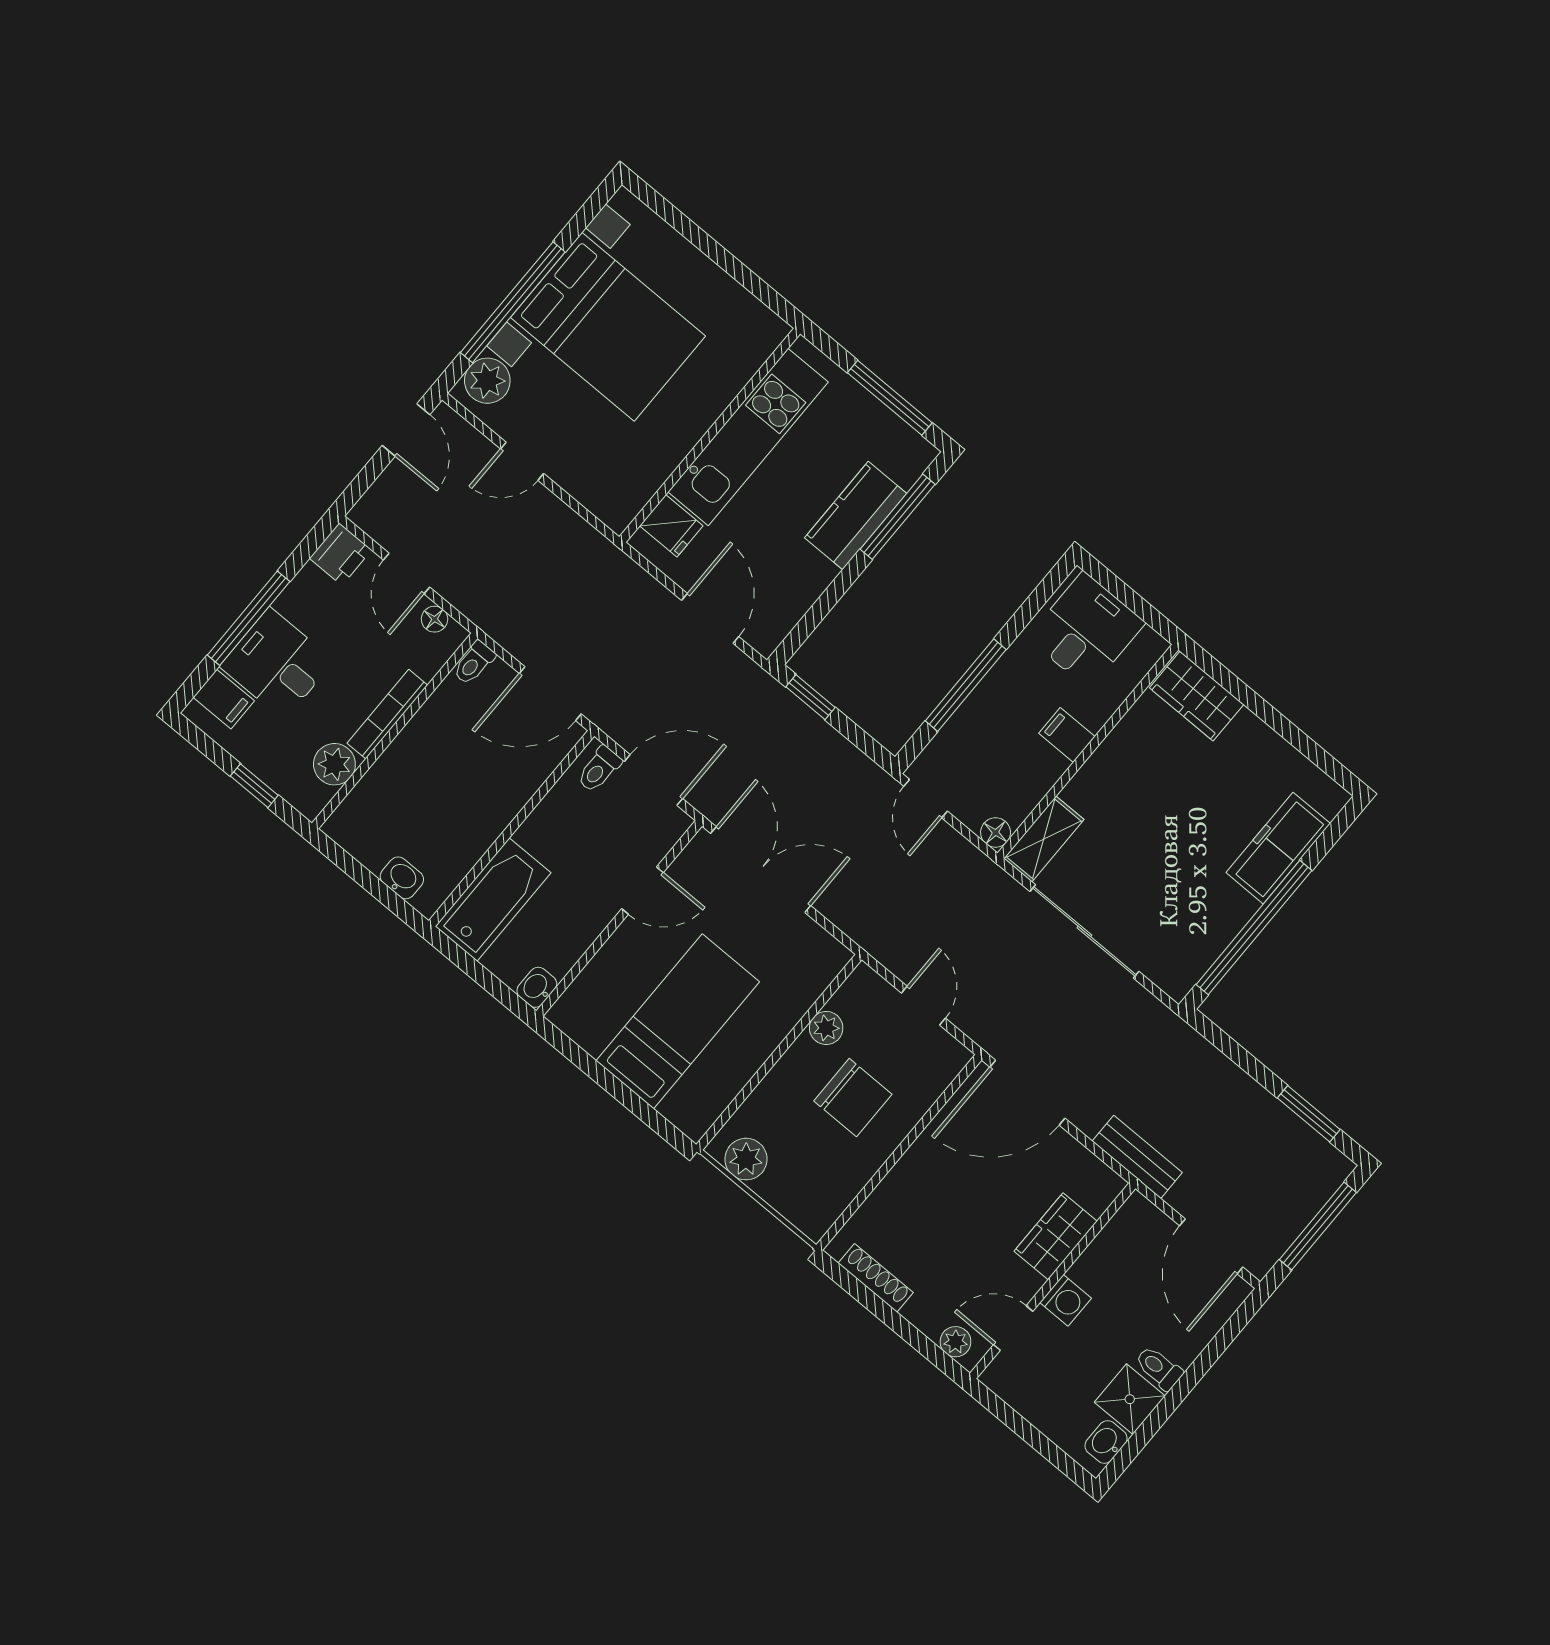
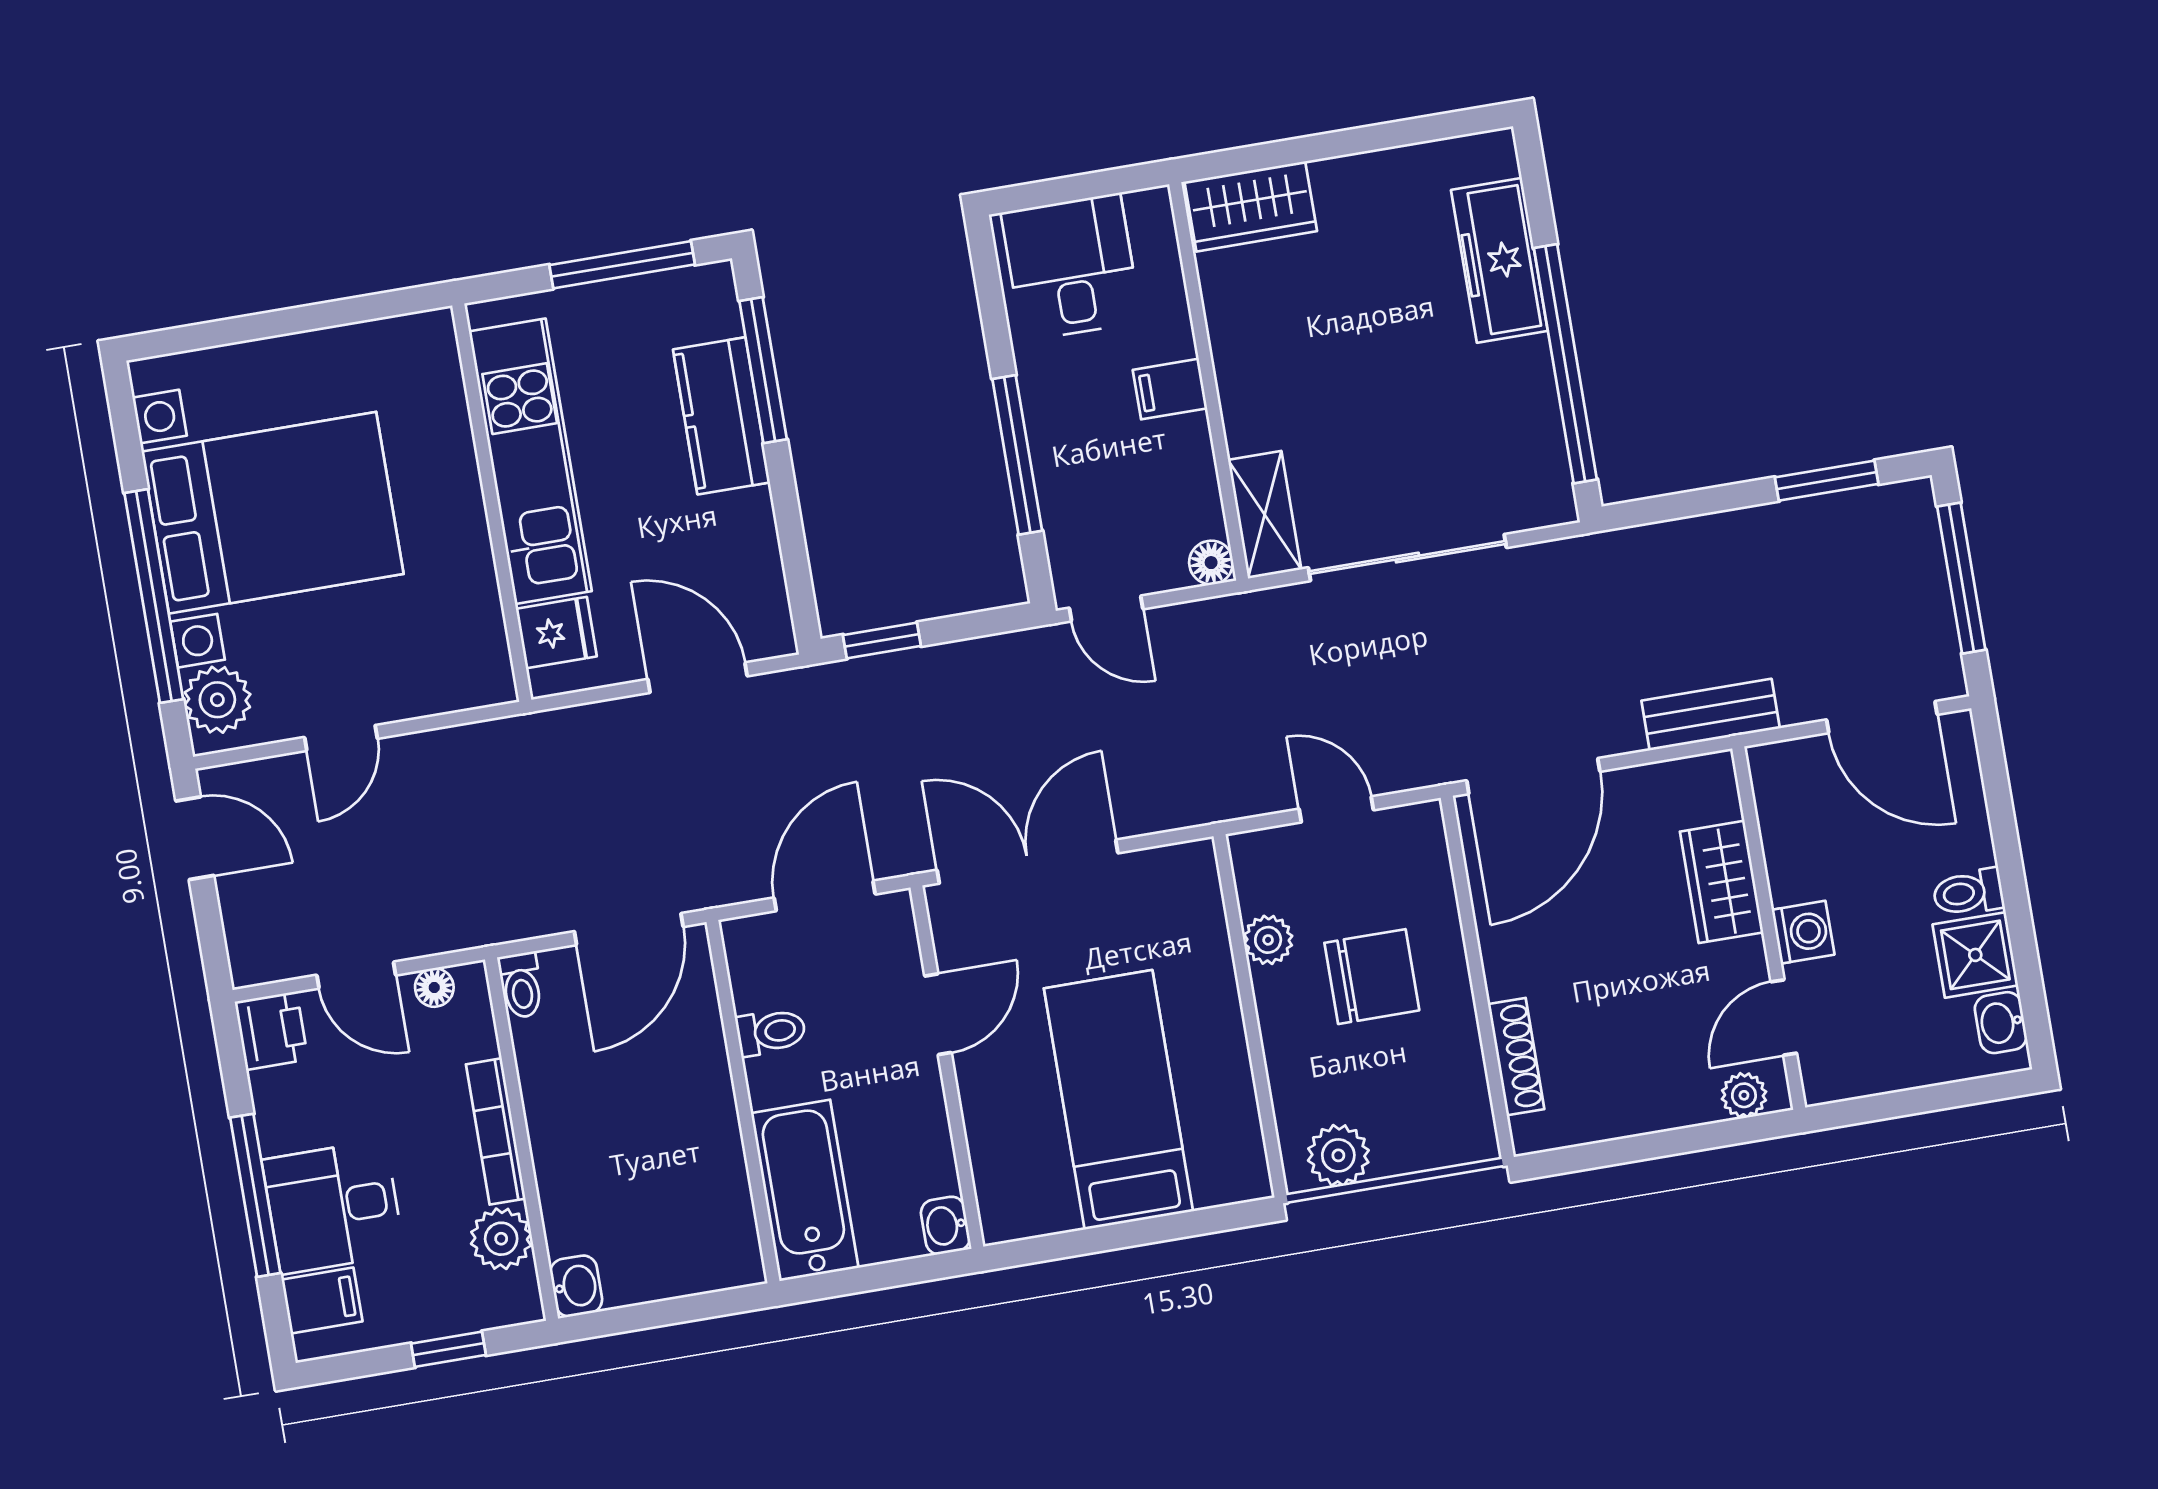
toilet: (599, 769) -> (771, 1032), moved, turned -90
washbasin: (402, 878) -> (576, 1286), moved, turned 90
shoe rack: (876, 1278) -> (1516, 1057), moved, turned 90

